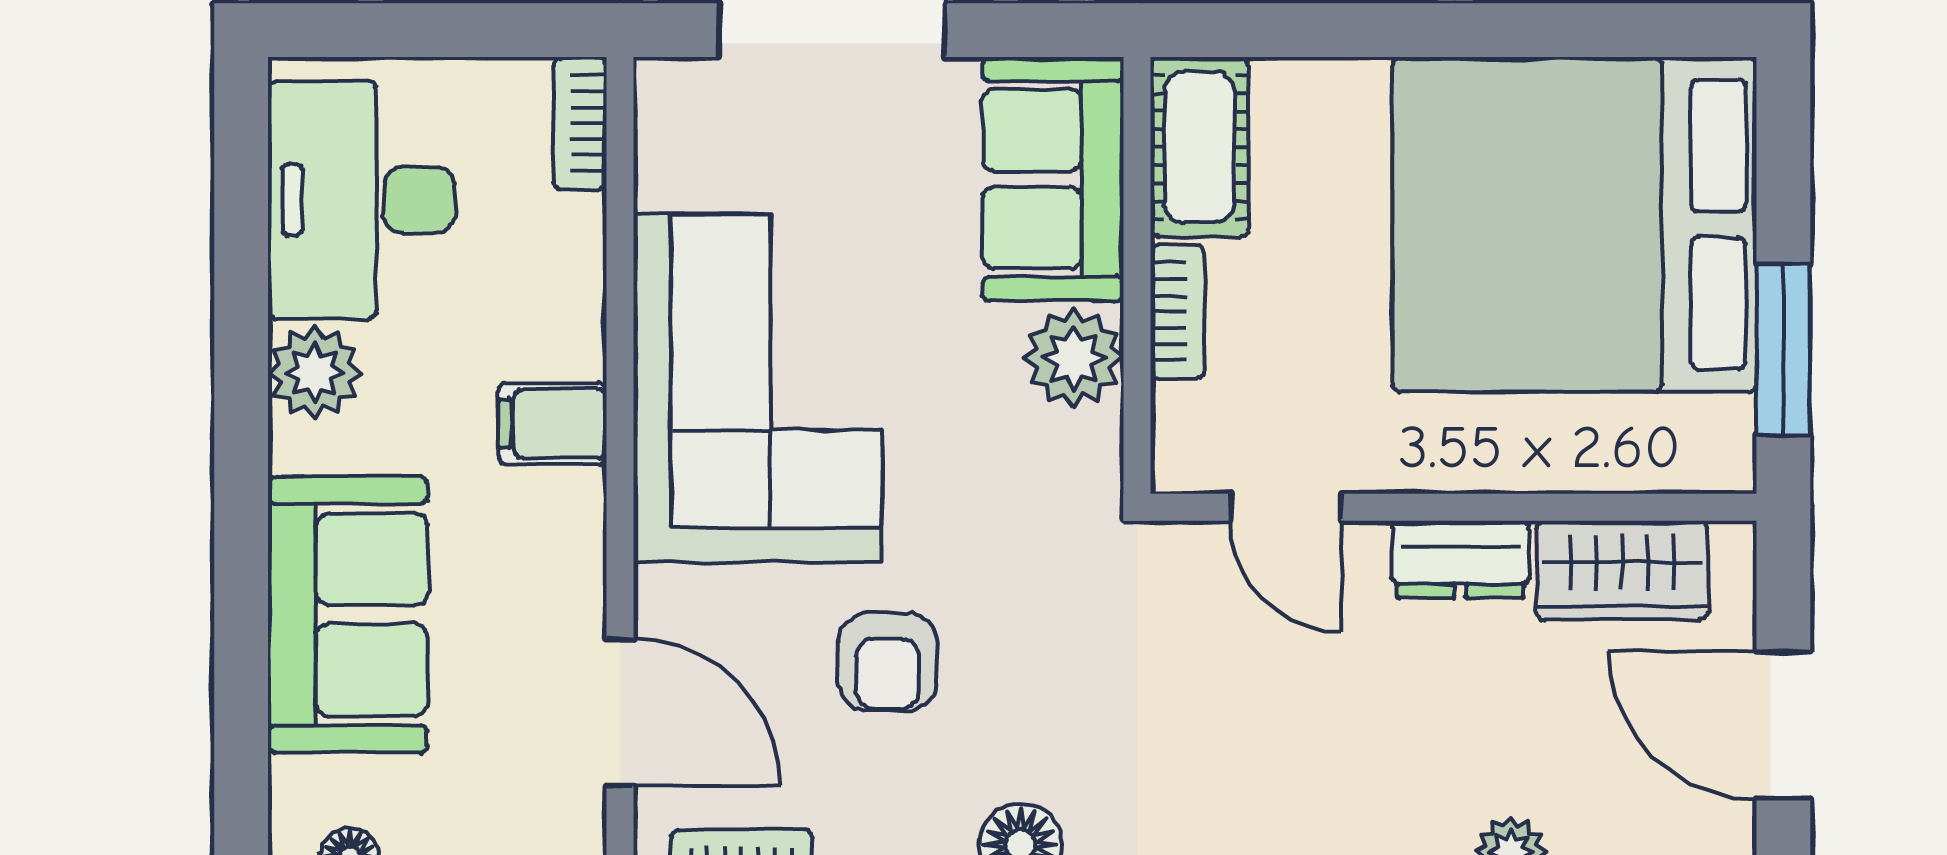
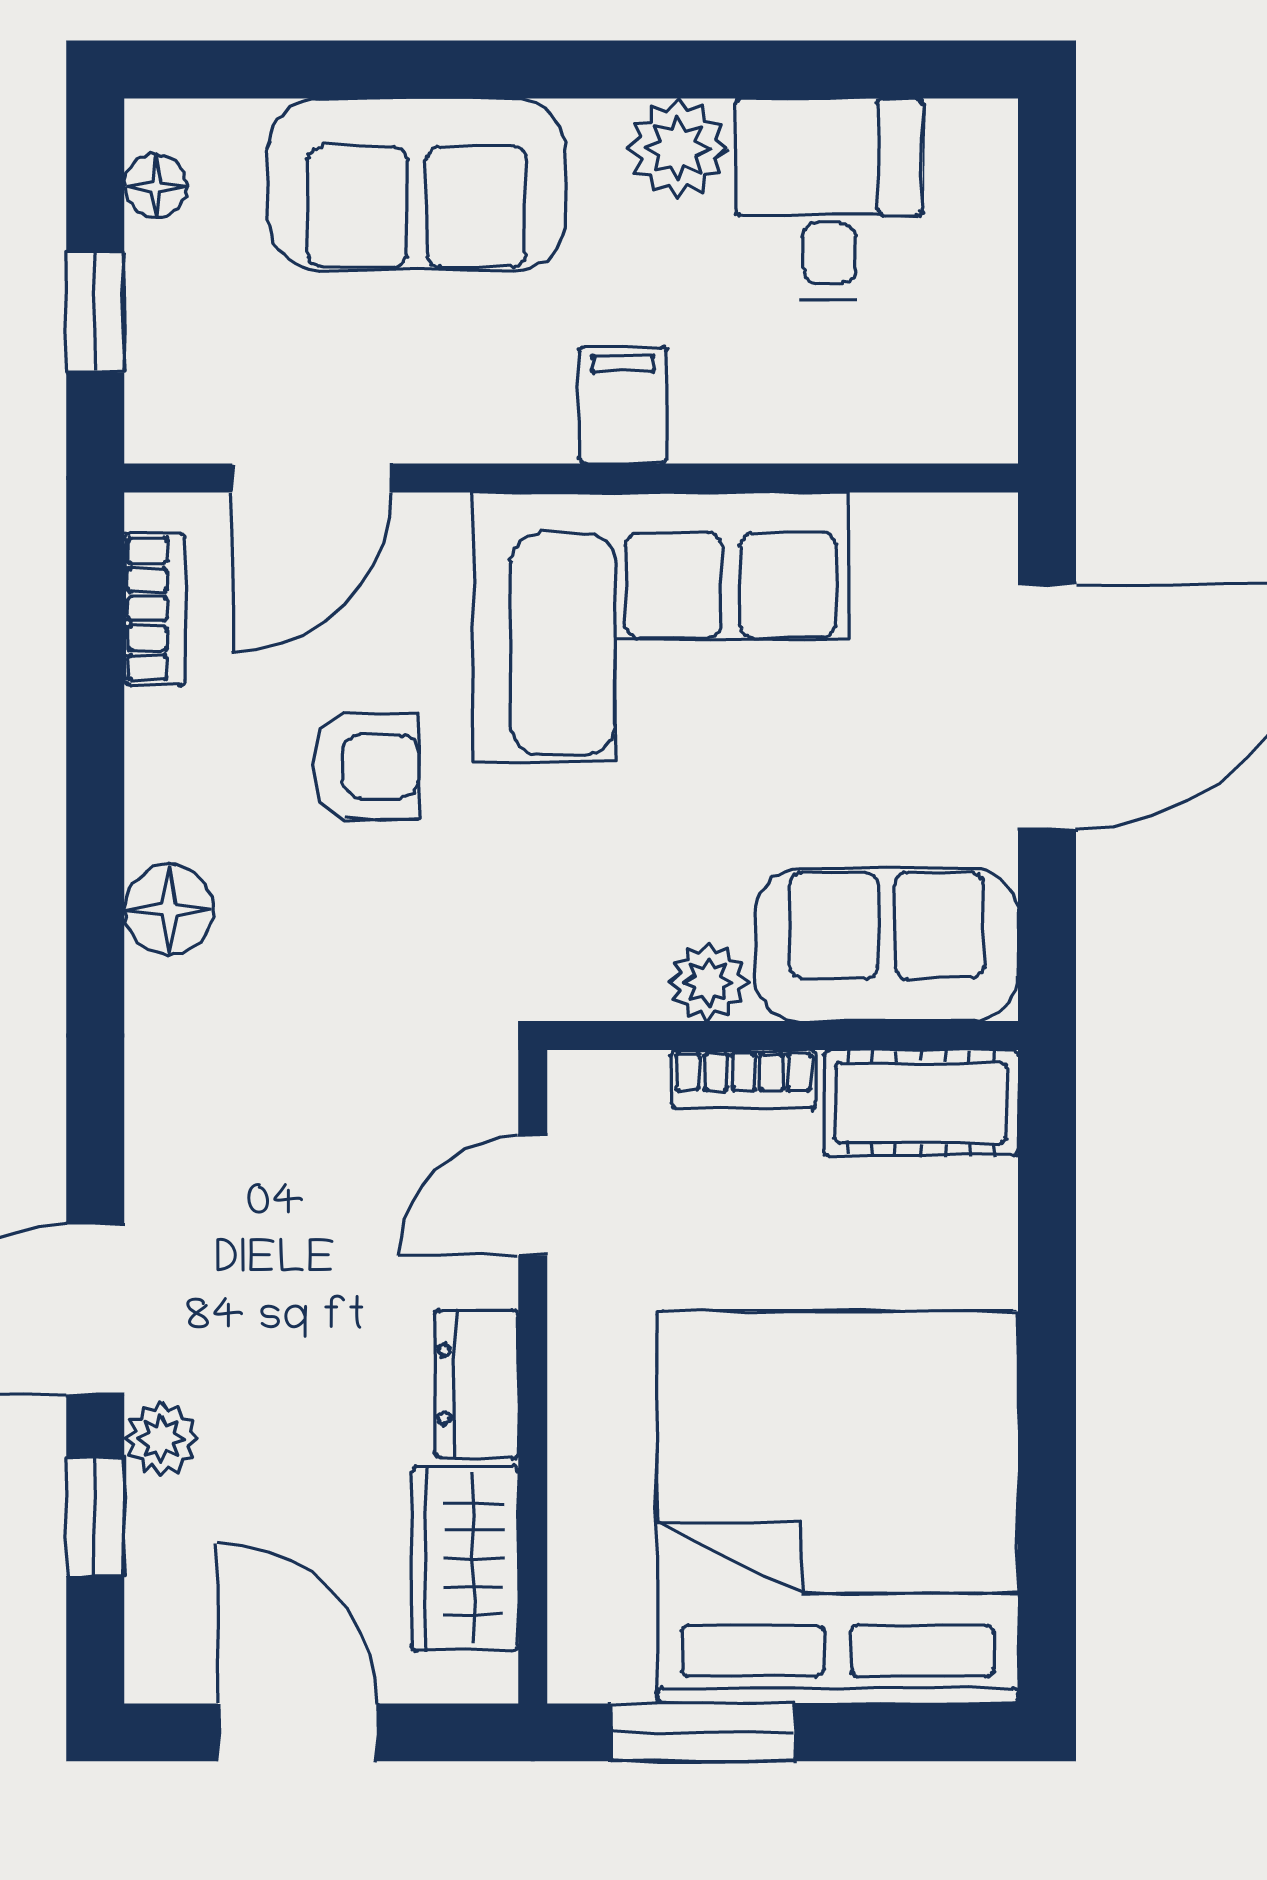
bookcase: (580, 123) -> (947, 435), removed
desk: (361, 200) -> (829, 199), width x0.73
plant: (1074, 358) -> (708, 982), width x0.73, depth x0.73
armchair: (887, 662) -> (366, 766), turned 180
door: (1783, 725) -> (297, 1732), hinge flipped

